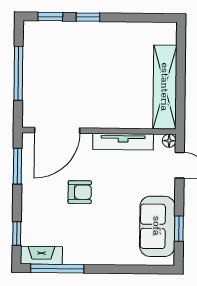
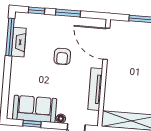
floor lamp: (169, 141) -> (61, 119), moved
window: (17, 166) -> (68, 13), moved
fireplace: (41, 255) -> (19, 42), moved

